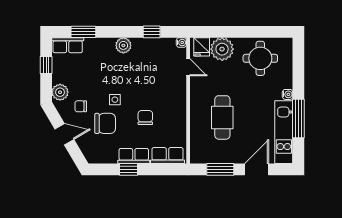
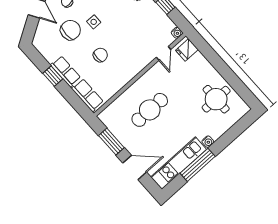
plant: (222, 49) -> (198, 66), removed
chair: (105, 123) -> (70, 30), turned -90

